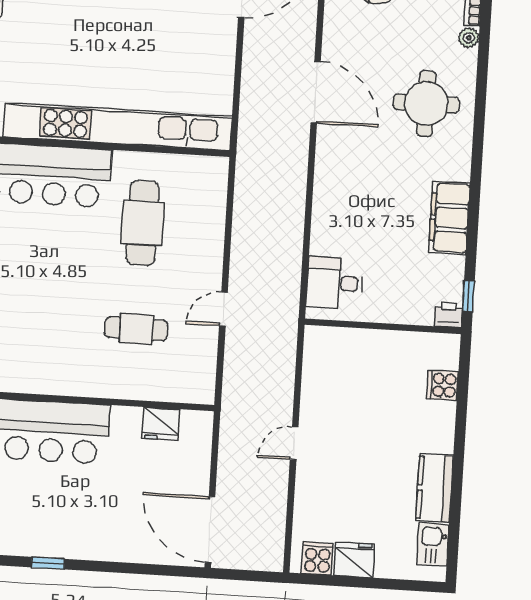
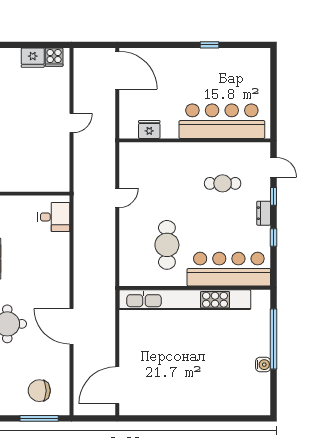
cafe table: (136, 329) -> (223, 183), moved

